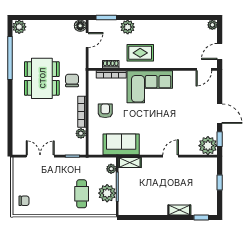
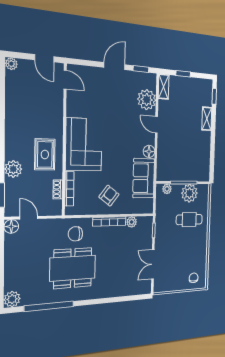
armchair: (105, 111) -> (109, 196), turned 128
plant: (208, 146) -> (147, 100), moved
floor lamp: (146, 149) -> (149, 151), added
shelving: (130, 162) -> (164, 87), moved

